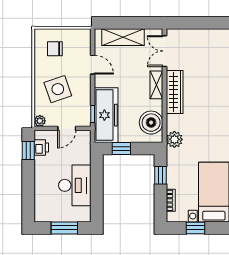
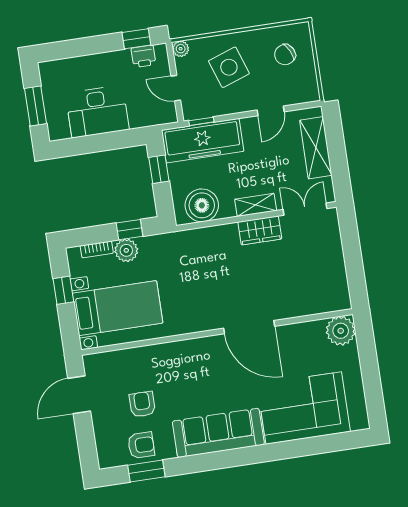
chair: (55, 49) -> (285, 55), turned -117
wardrobe: (175, 92) -> (260, 230), width x0.67
plant: (174, 139) -> (126, 250), moved

